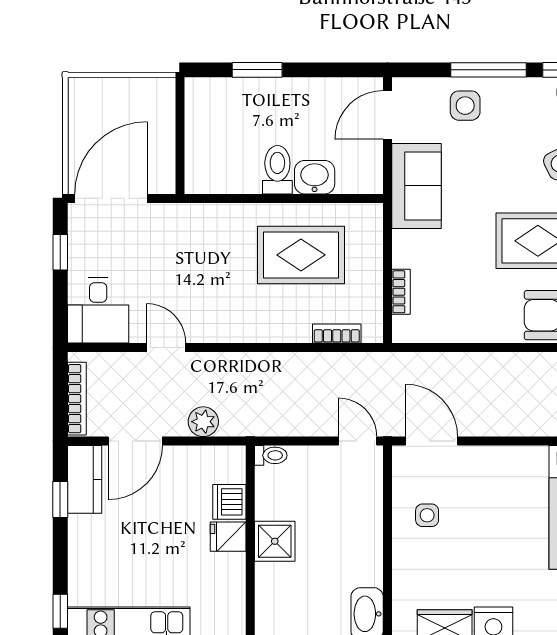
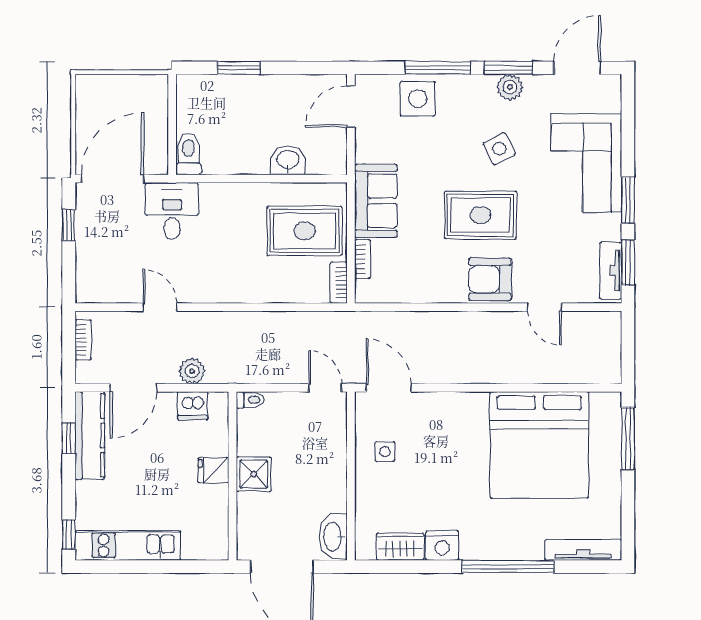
side table: (465, 106) -> (418, 99), width x1.37, depth x1.37
toilet: (277, 170) -> (189, 154), moved
sofa: (417, 186) -> (376, 201), moved
rug: (301, 255) -> (305, 231), moved
desk: (98, 310) -> (172, 211), moved, turned 180
bookcase: (337, 334) -> (339, 283), moved, turned -90
bookcase: (77, 399) -> (83, 340), width x0.64
kitchen counter: (85, 479) -> (90, 435), width x1.50
dishwasher: (229, 502) -> (193, 406), moved, turned -90

